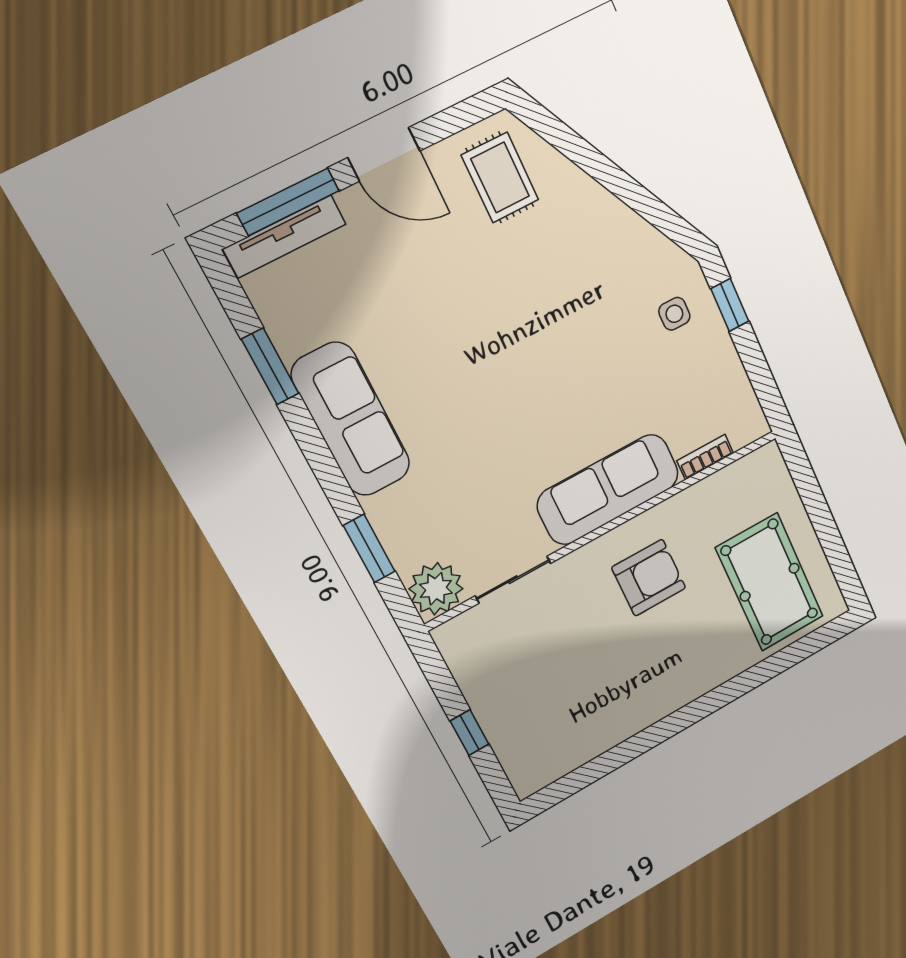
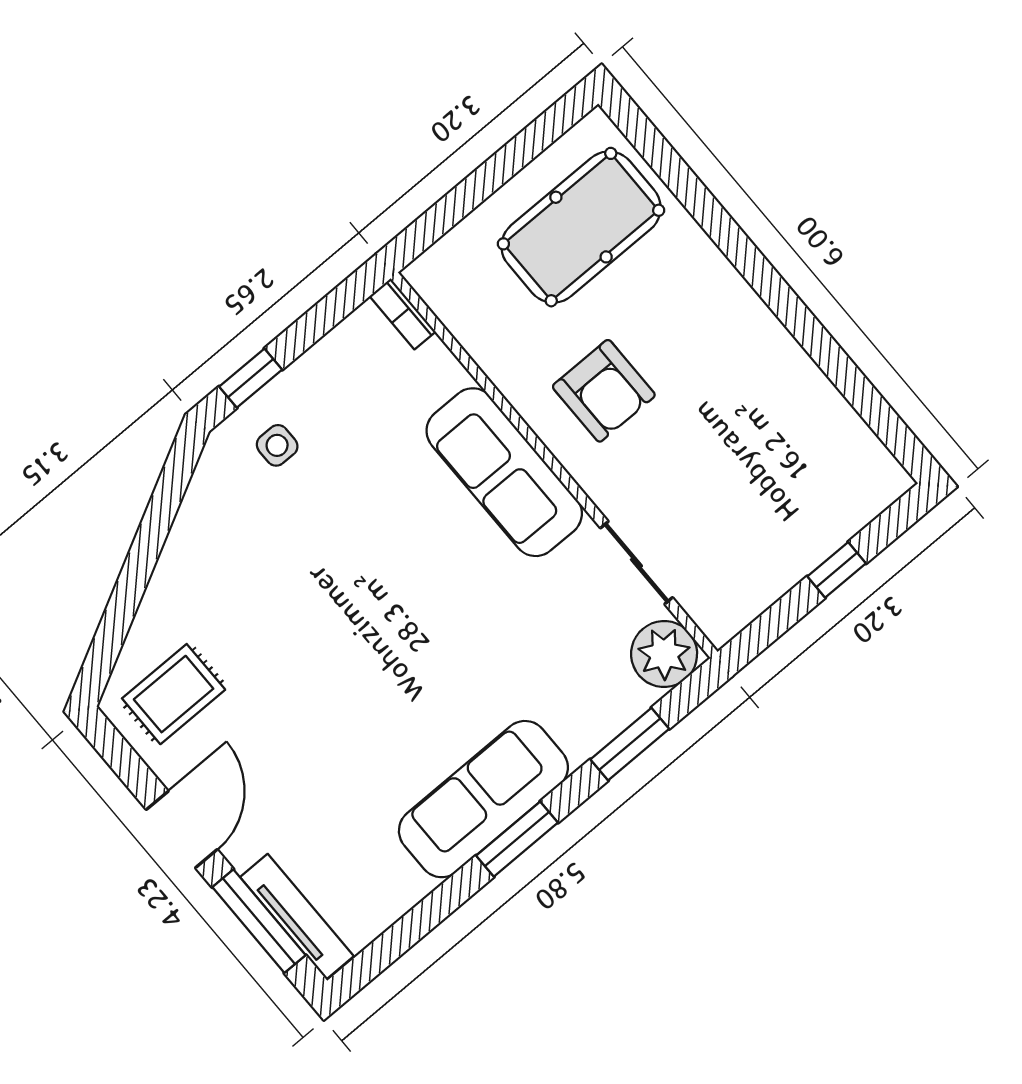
window: (270, 366) -> (517, 839), moved
bookcase: (705, 457) -> (403, 314), moved
armchair: (649, 578) -> (604, 391), turned 180

